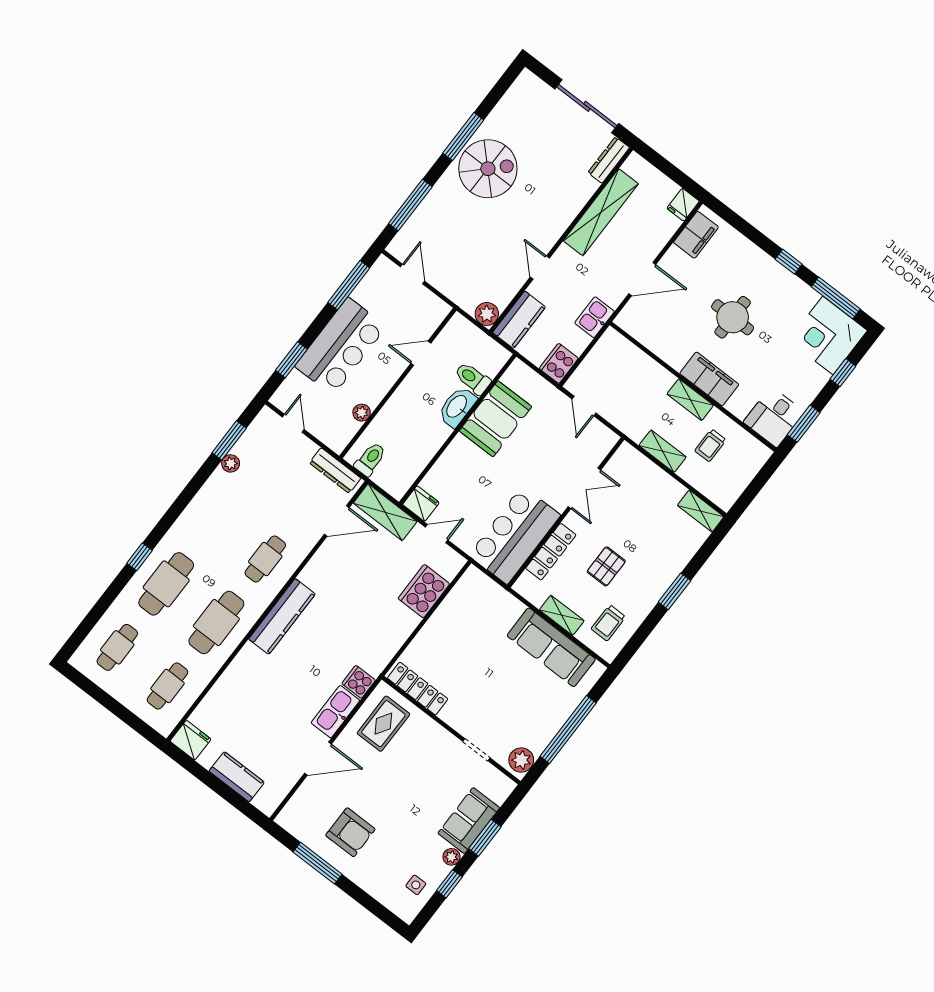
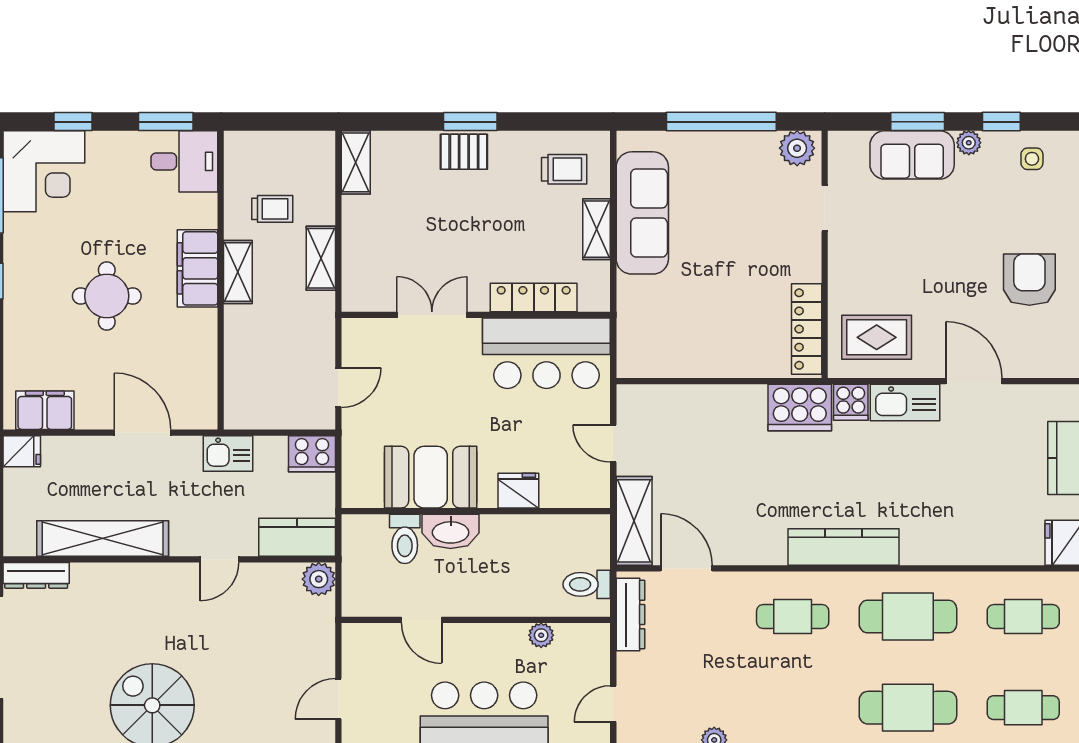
fridge: (421, 504) -> (518, 491), moved, turned 90
pallet: (606, 566) -> (464, 152), moved
cooker: (424, 591) -> (800, 408), moved

